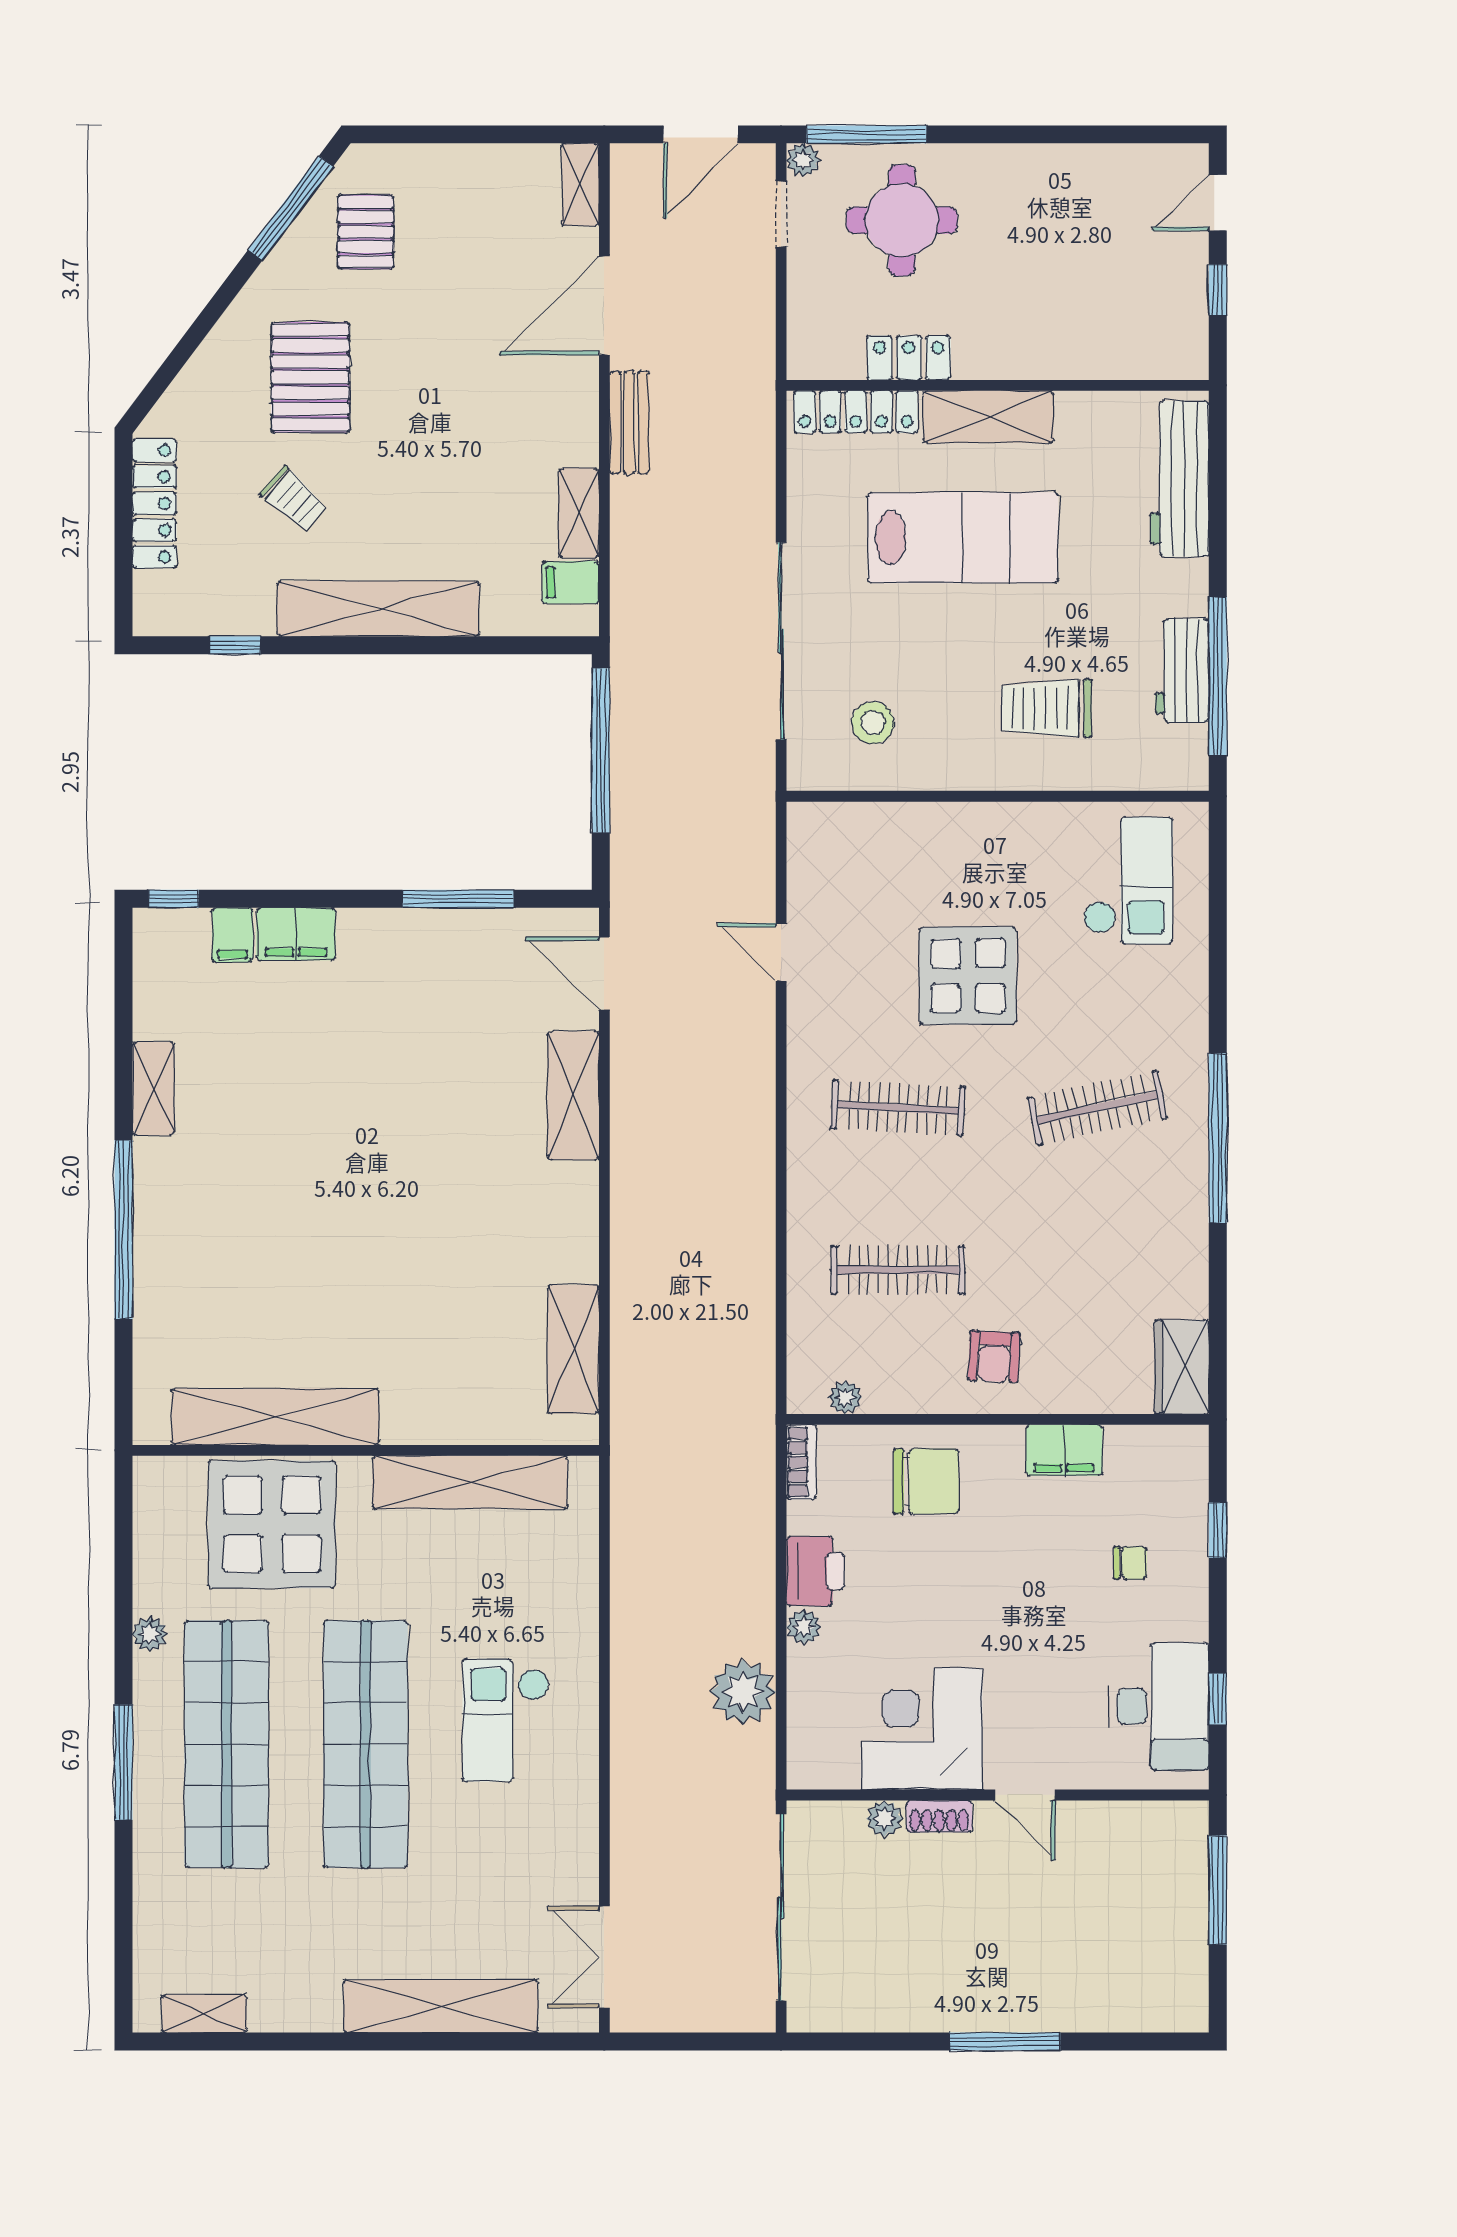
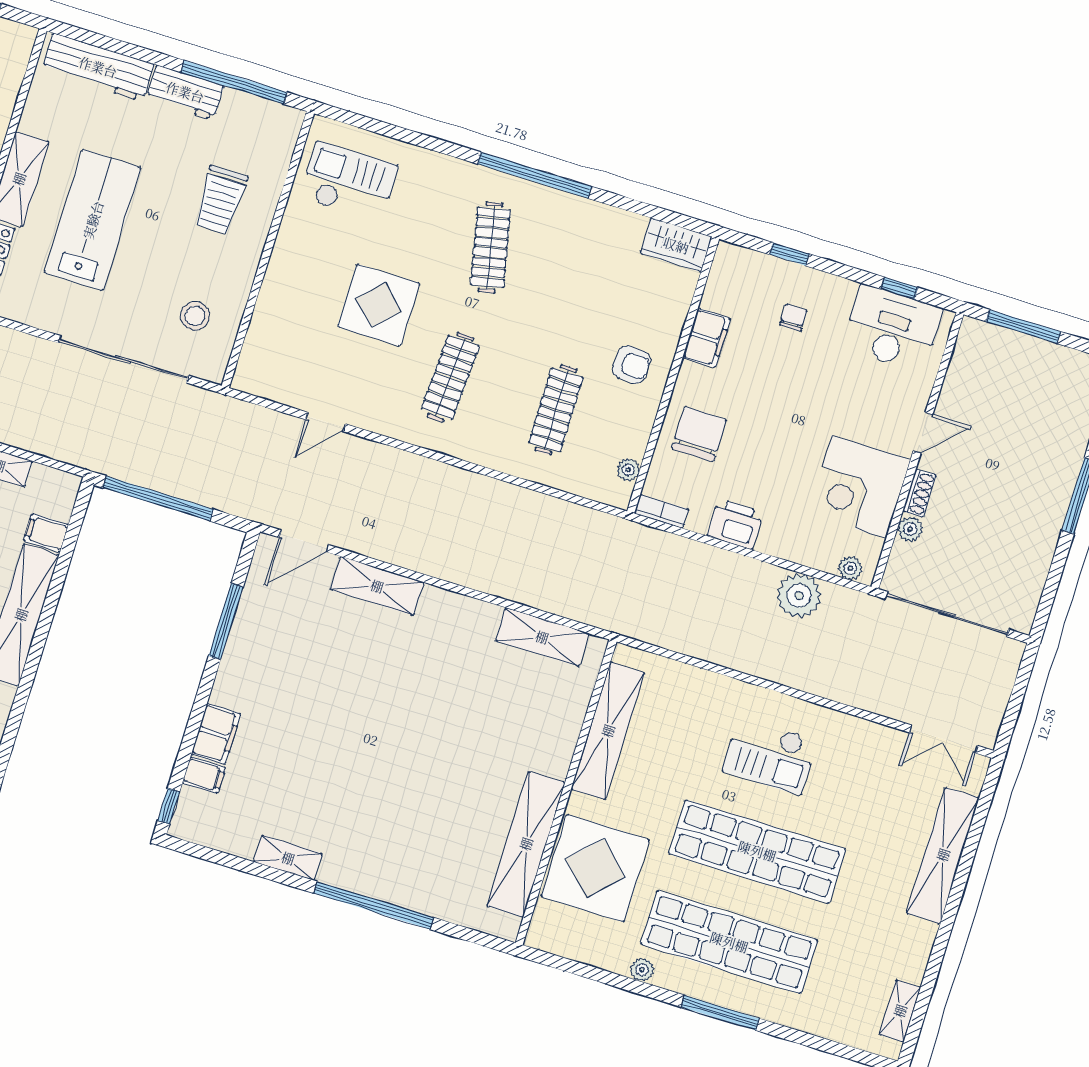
filing cabinet: (571, 582) -> (46, 533), moved, turned 90
window: (235, 645) -> (16, 715), removed
workbench: (1182, 670) -> (185, 92), moved
plant: (804, 1627) -> (850, 568), moved

